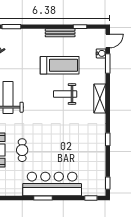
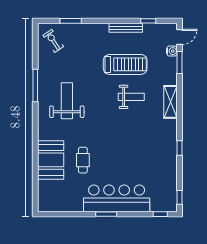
weight bench: (65, 94) -> (131, 97), turned 180

